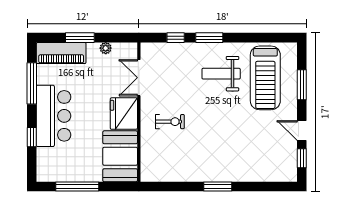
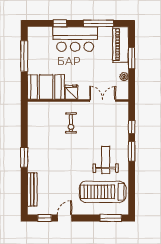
window: (302, 85) -> (111, 218), moved
fridge: (124, 114) -> (71, 92), width x0.53, depth x0.75
bench: (262, 175) -> (32, 189), added

